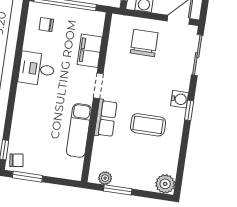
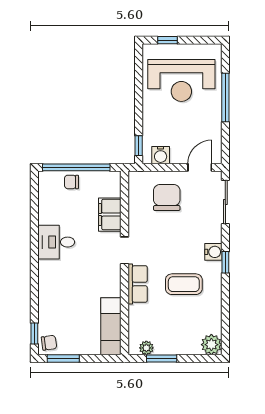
chair: (46, 25) -> (72, 182), moved
exam couch: (79, 130) -> (111, 326), moved

